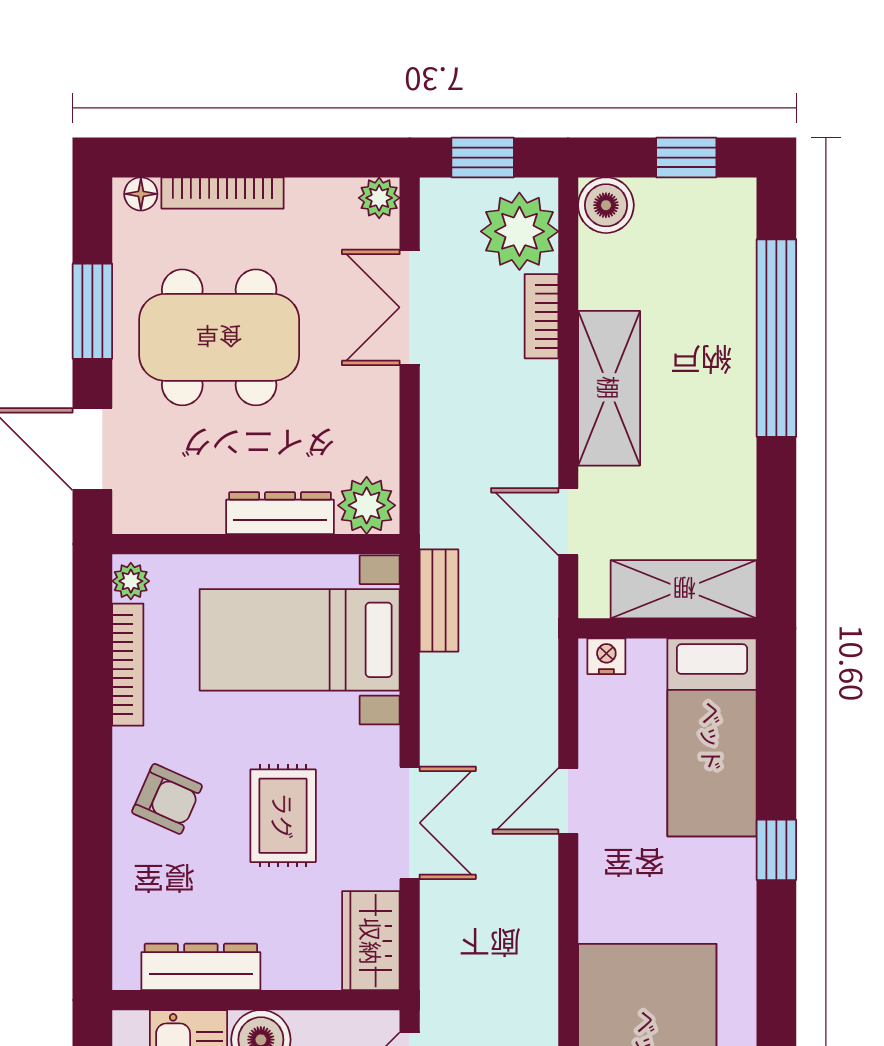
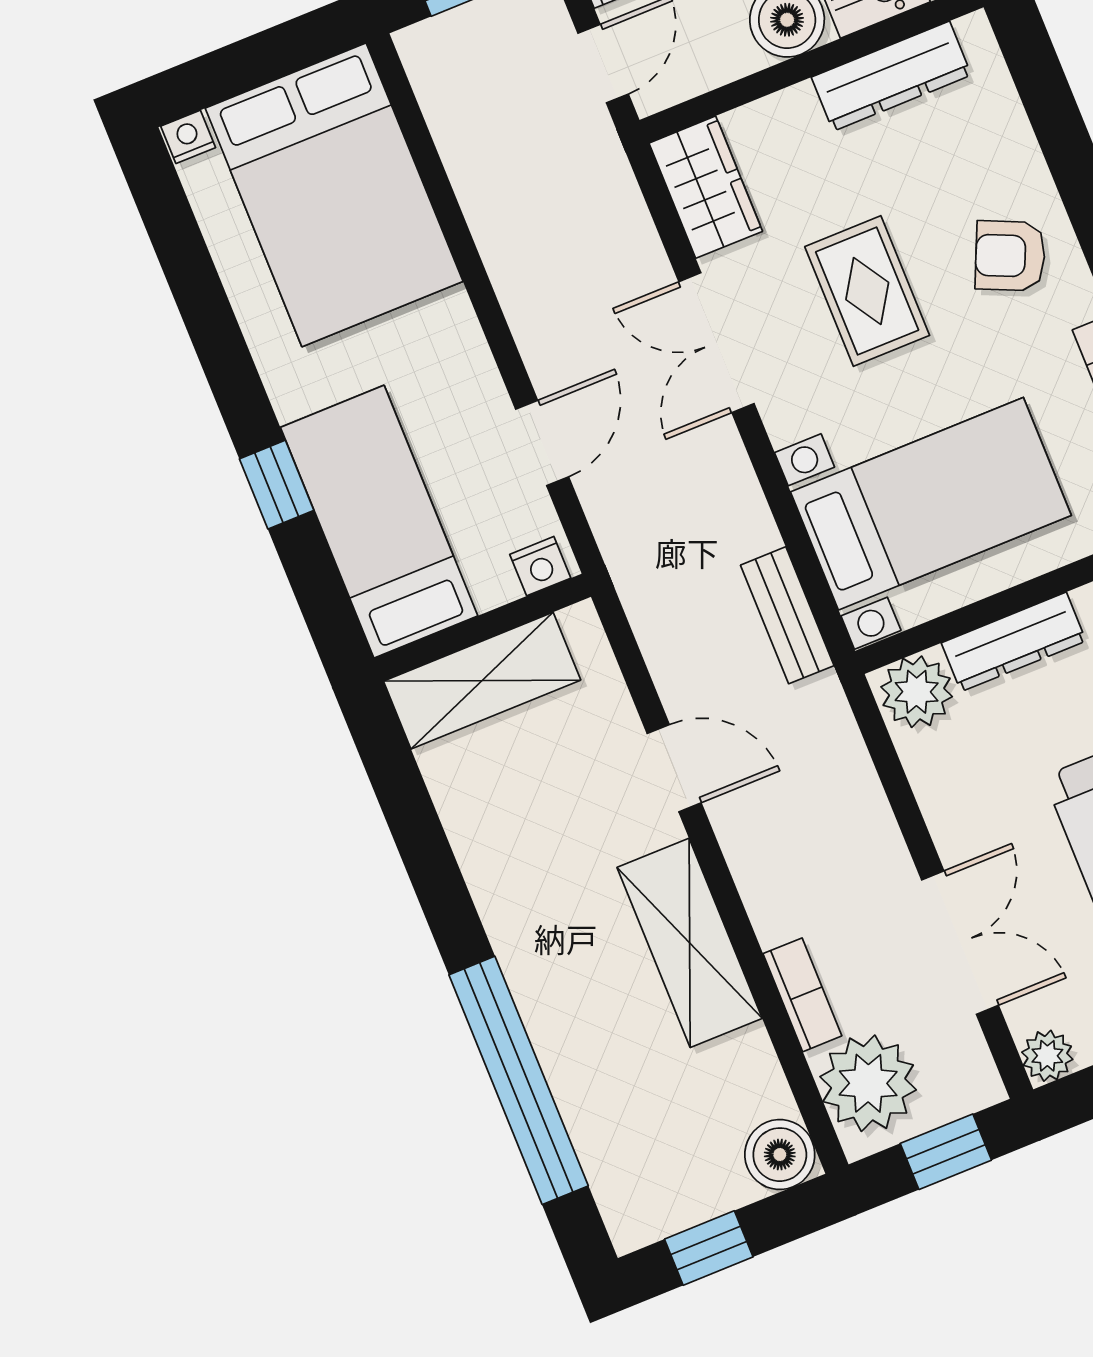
shelving: (684, 589) -> (482, 681), moved
wall: (667, 628) -> (482, 627), moved
nightstand: (606, 656) -> (540, 566), moved
bed: (712, 737) -> (379, 522), moved

